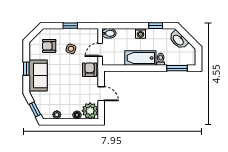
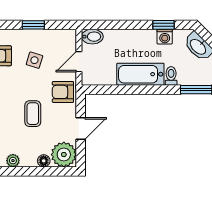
washing machine: (140, 33) -> (165, 37), moved
armchair: (90, 70) -> (63, 92), turned -90
coffee table: (70, 84) -> (33, 114), added
door: (101, 94) -> (81, 128), hinge flipped

